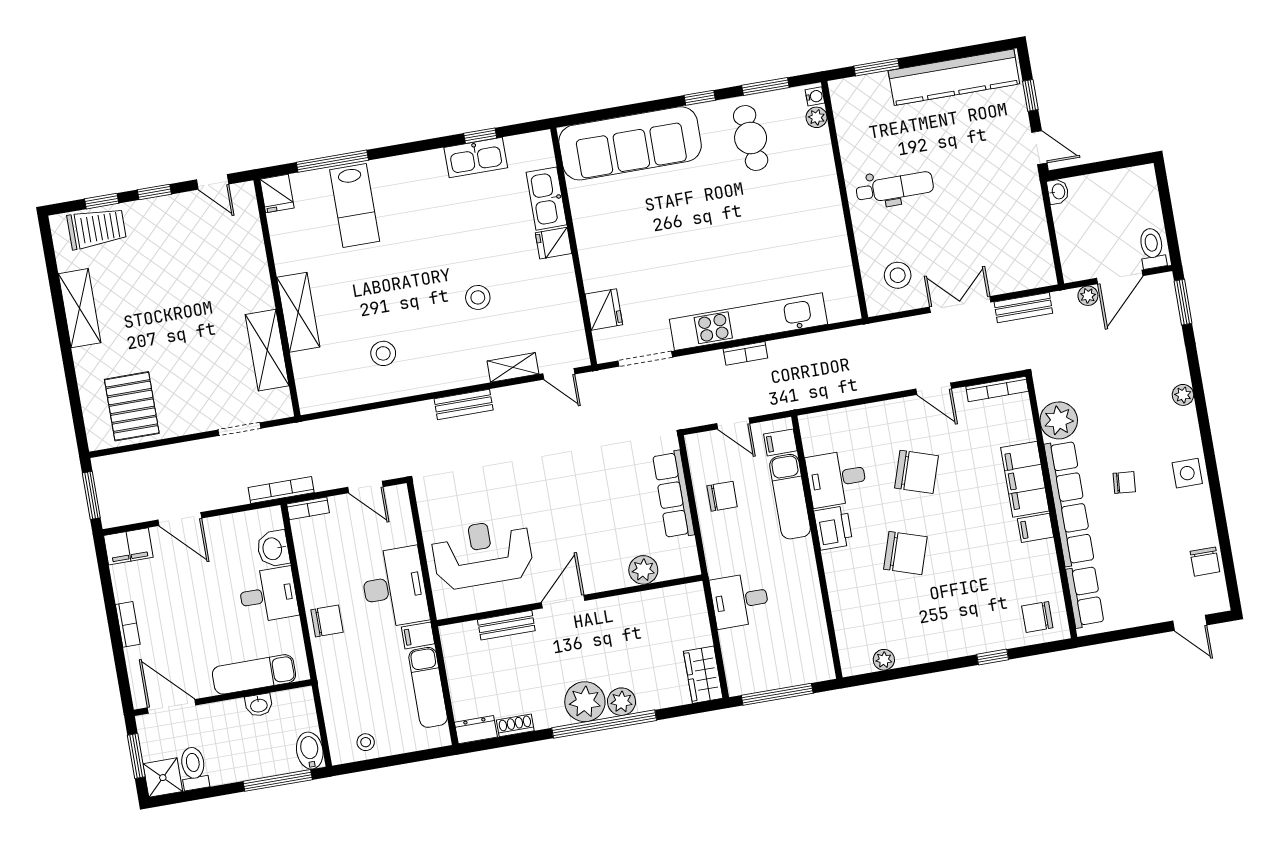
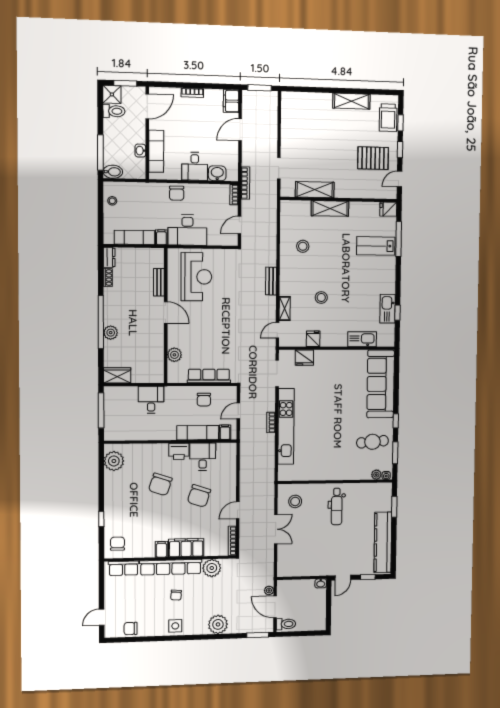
fridge: (554, 243) -> (313, 339), moved
bench: (1023, 308) -> (269, 559), removed
plant: (1183, 395) -> (218, 624), width x1.88, depth x1.88
pallet: (132, 406) -> (373, 158), moved
plant: (884, 660) -> (114, 461), width x1.87, depth x1.87
plant: (585, 702) -> (114, 314), removed

